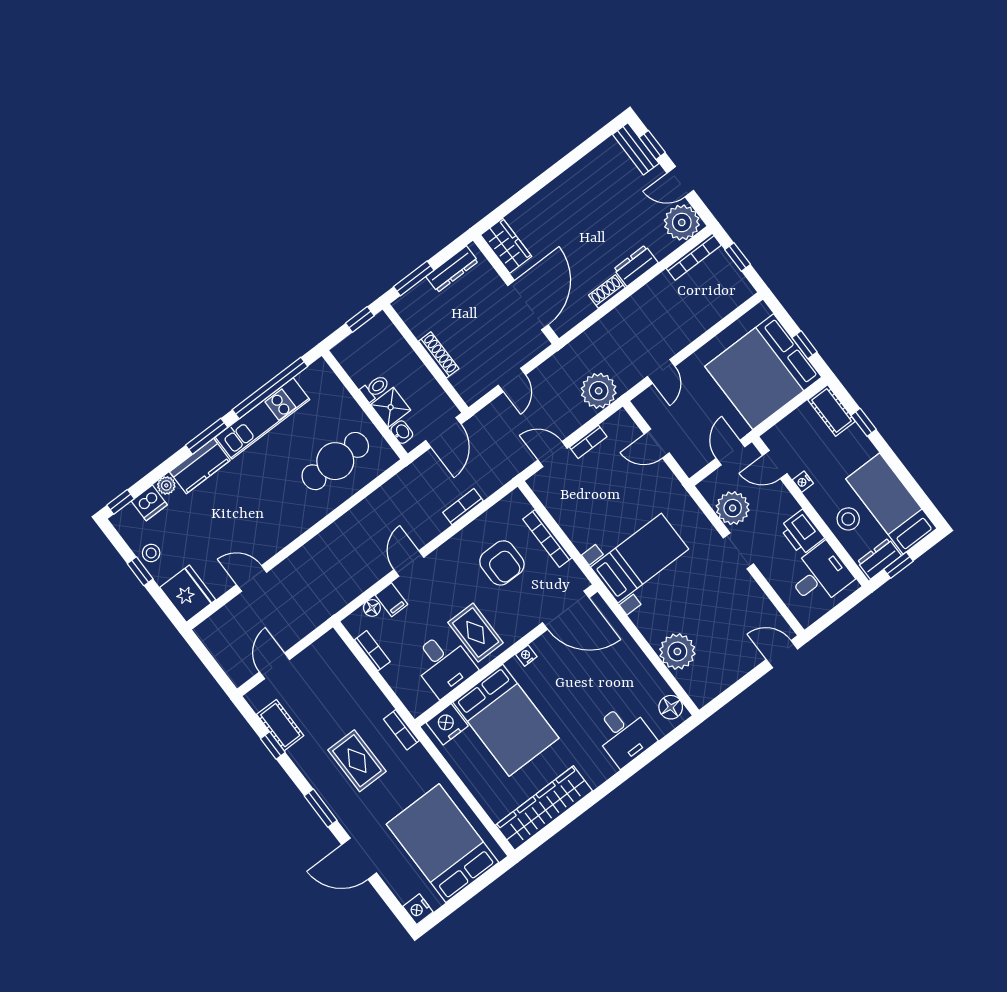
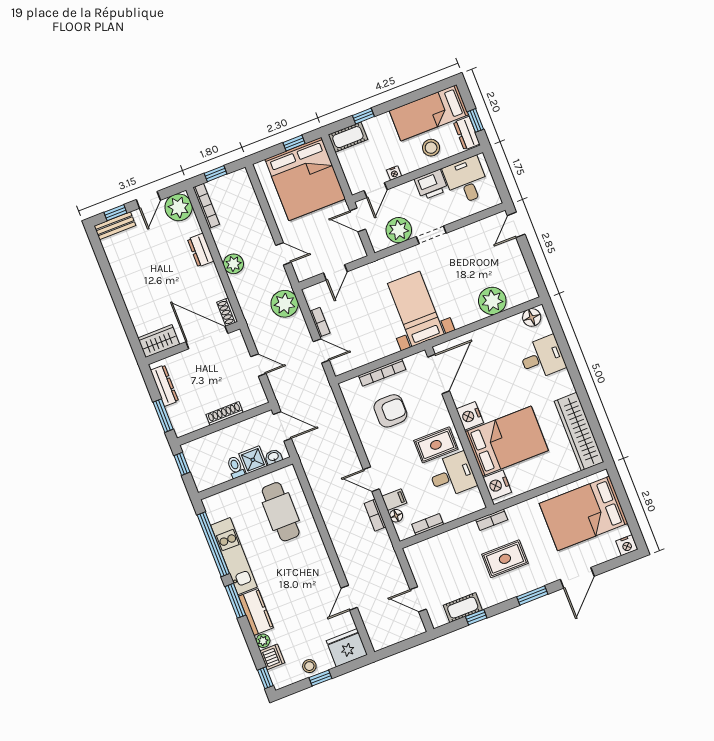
shoe rack: (607, 291) -> (227, 312), moved
plant: (630, 312) -> (233, 264), added
door: (552, 454) -> (321, 351), swing flipped
bookcase: (463, 507) -> (375, 515), moved
nightstand: (526, 656) -> (470, 416), width x1.89, depth x1.79

